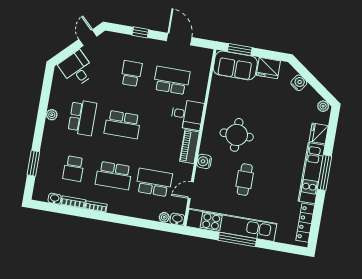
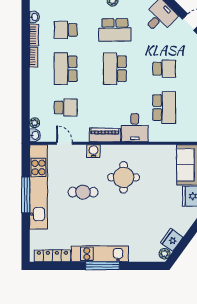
water cooler: (299, 83) -> (183, 227), removed
fridge: (319, 133) -> (172, 240), moved, turned -54
school desk: (154, 182) -> (66, 108), width x0.54

